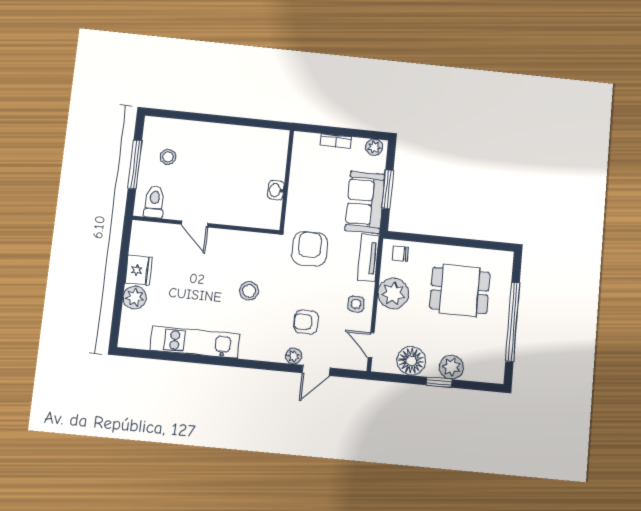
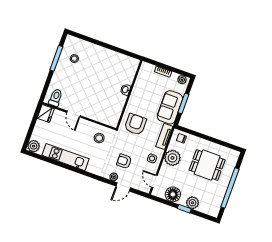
toilet: (154, 202) -> (56, 98), moved
door: (195, 224) -> (74, 114), moved
wall: (206, 225) -> (79, 116), moved
plant: (135, 297) -> (34, 146), moved

